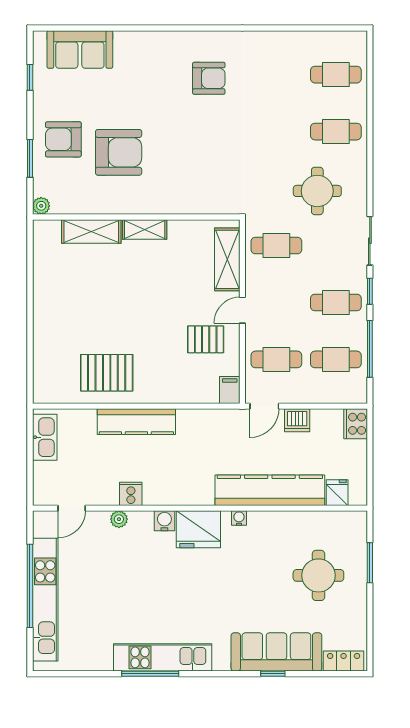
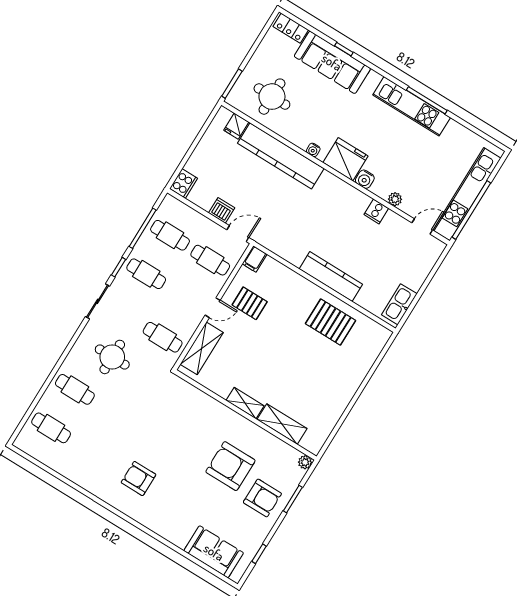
kitchen counter: (270, 490) -> (281, 156), moved
fridge: (337, 493) -> (236, 126), moved
cooker: (131, 494) -> (376, 211), moved
door: (72, 508) -> (422, 226), moved
wall: (200, 508) -> (336, 173), moved
water cooler: (239, 518) -> (313, 150), moved
plant: (119, 519) -> (395, 199), moved
water cooler: (164, 521) -> (365, 179), moved
fridge: (198, 529) -> (345, 159), moved

